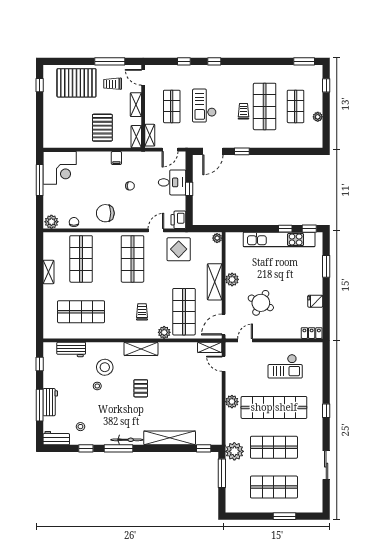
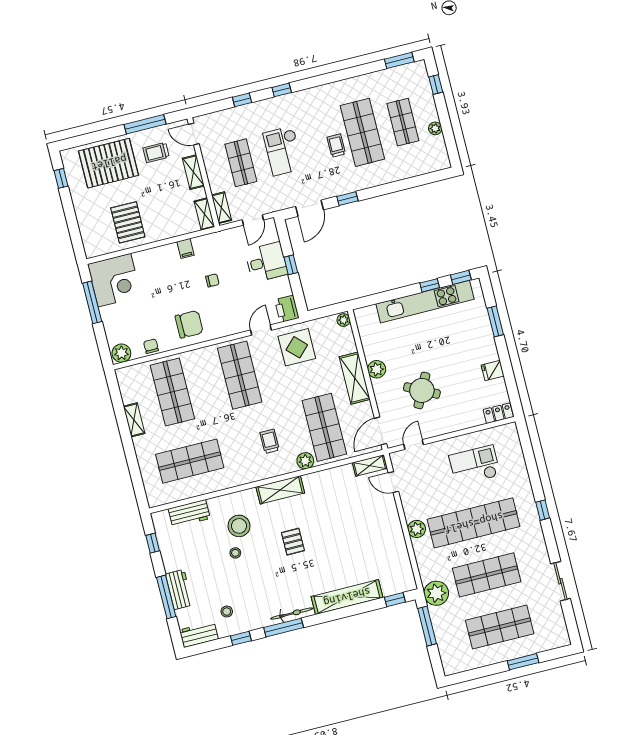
pallet: (102, 128) -> (128, 222), moved
chair: (105, 213) -> (189, 324), turned 180
checkout: (285, 366) -> (475, 465), turned 180

